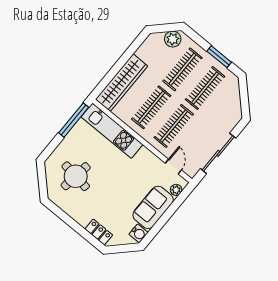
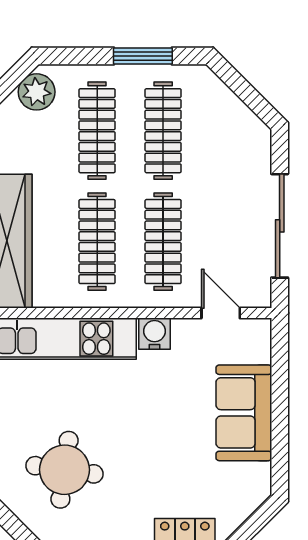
plant: (176, 190) -> (259, 350), removed
water cooler: (139, 233) -> (155, 334), moved, turned -90

